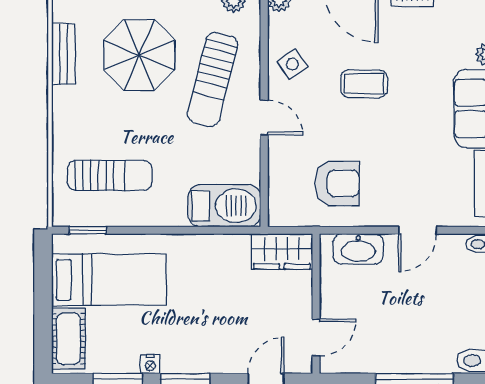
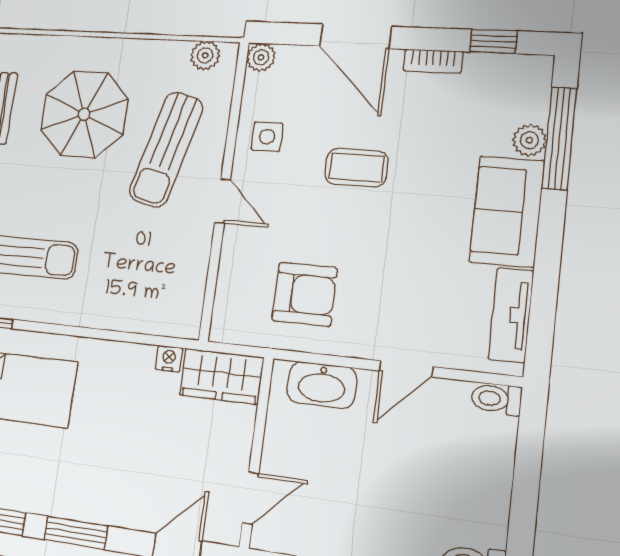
side table: (292, 64) -> (267, 137), turned 35
barbecue: (224, 206) -> (157, 309), removed
nightstand: (150, 364) -> (169, 359), moved, turned 180

